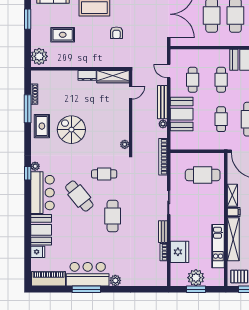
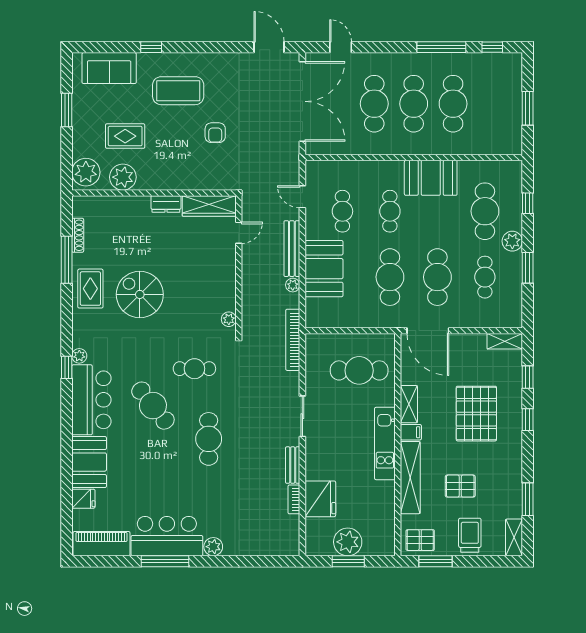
plant: (61, 59) -> (123, 177), added
cafe table: (221, 119) -> (390, 277), width x1.37, depth x1.35
kitchen unit: (218, 246) -> (385, 443), moved

